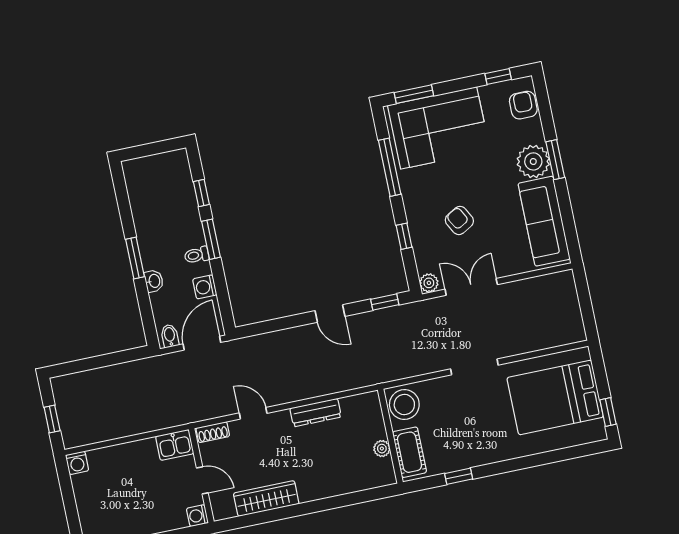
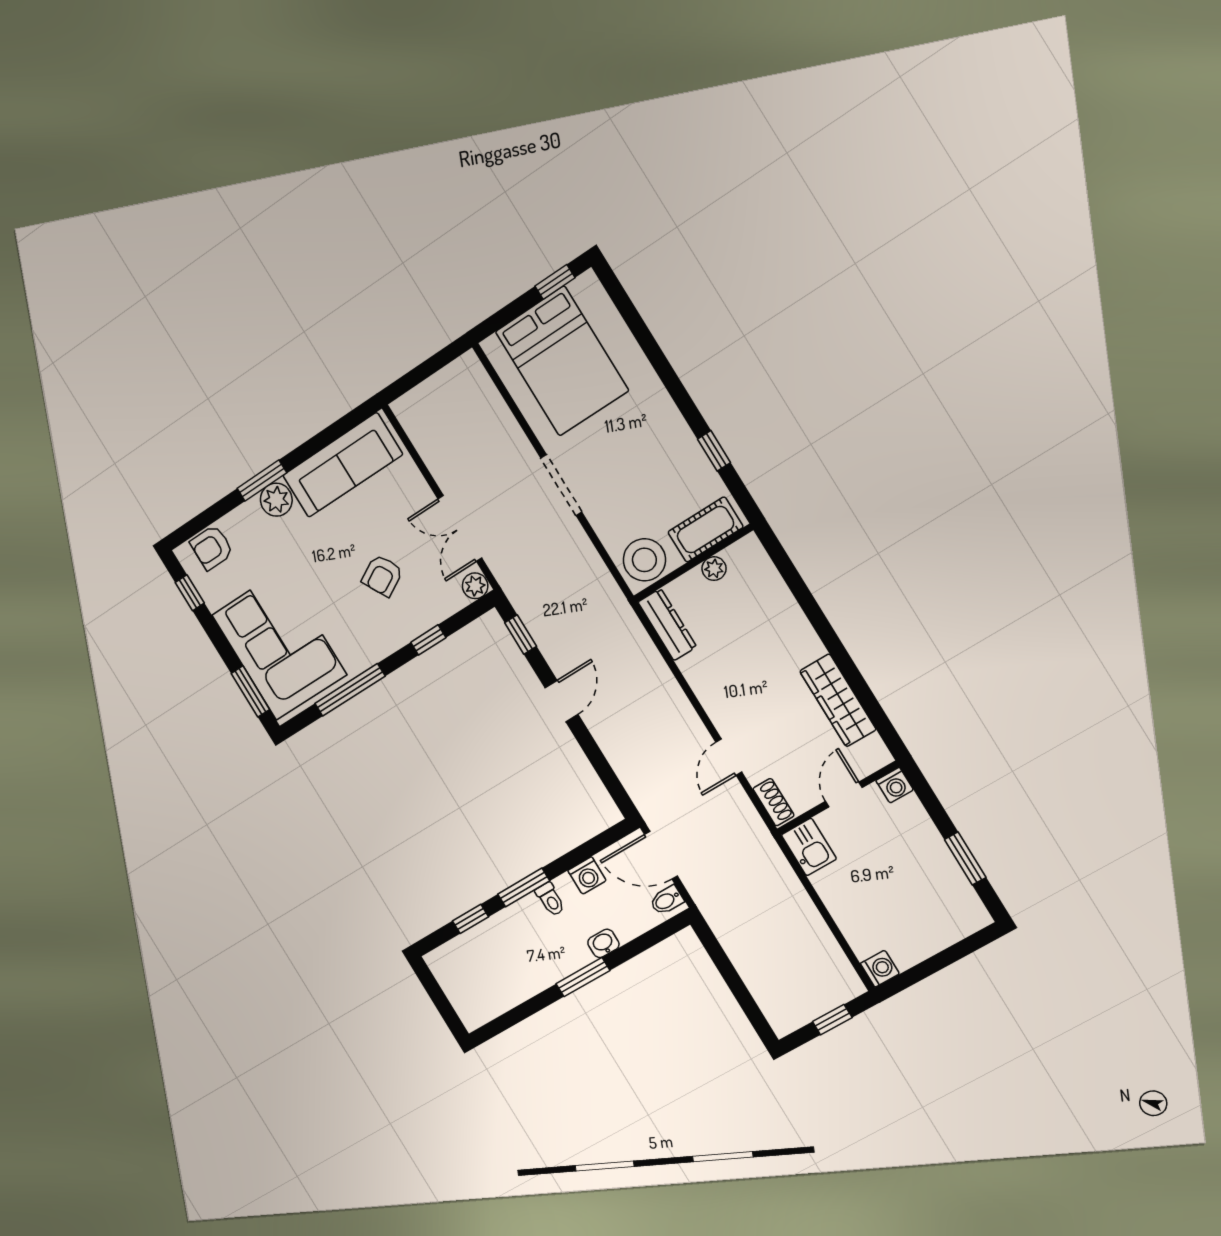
plant: (533, 161) -> (276, 500), width x0.73, depth x0.73
dresser: (316, 413) -> (667, 625), moved

